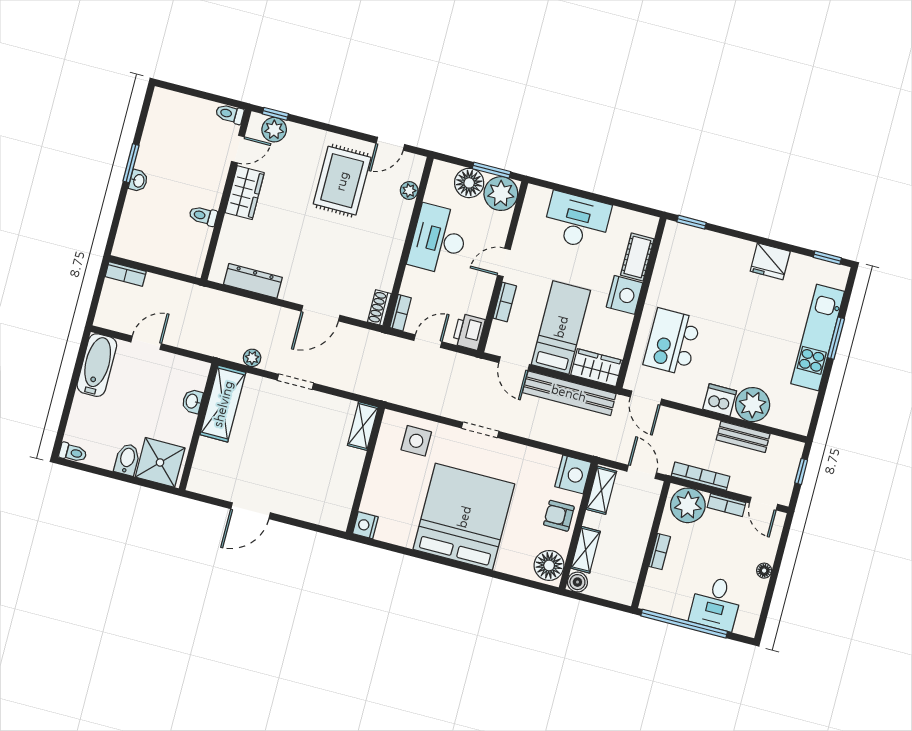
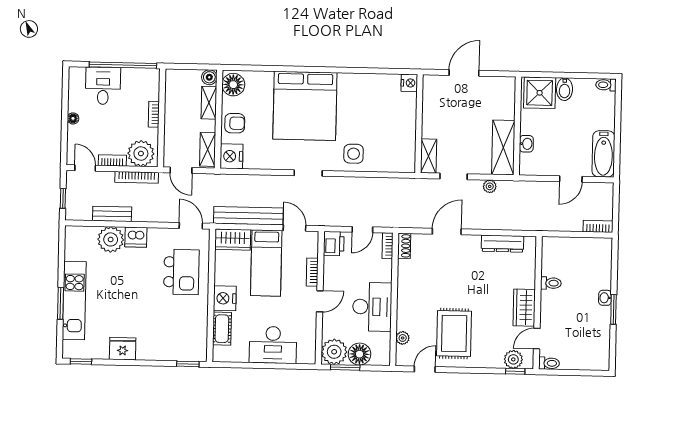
shelving: (363, 426) -> (429, 156), moved
wall: (365, 470) -> (419, 124), moved
nightstand: (365, 525) -> (409, 83), moved

